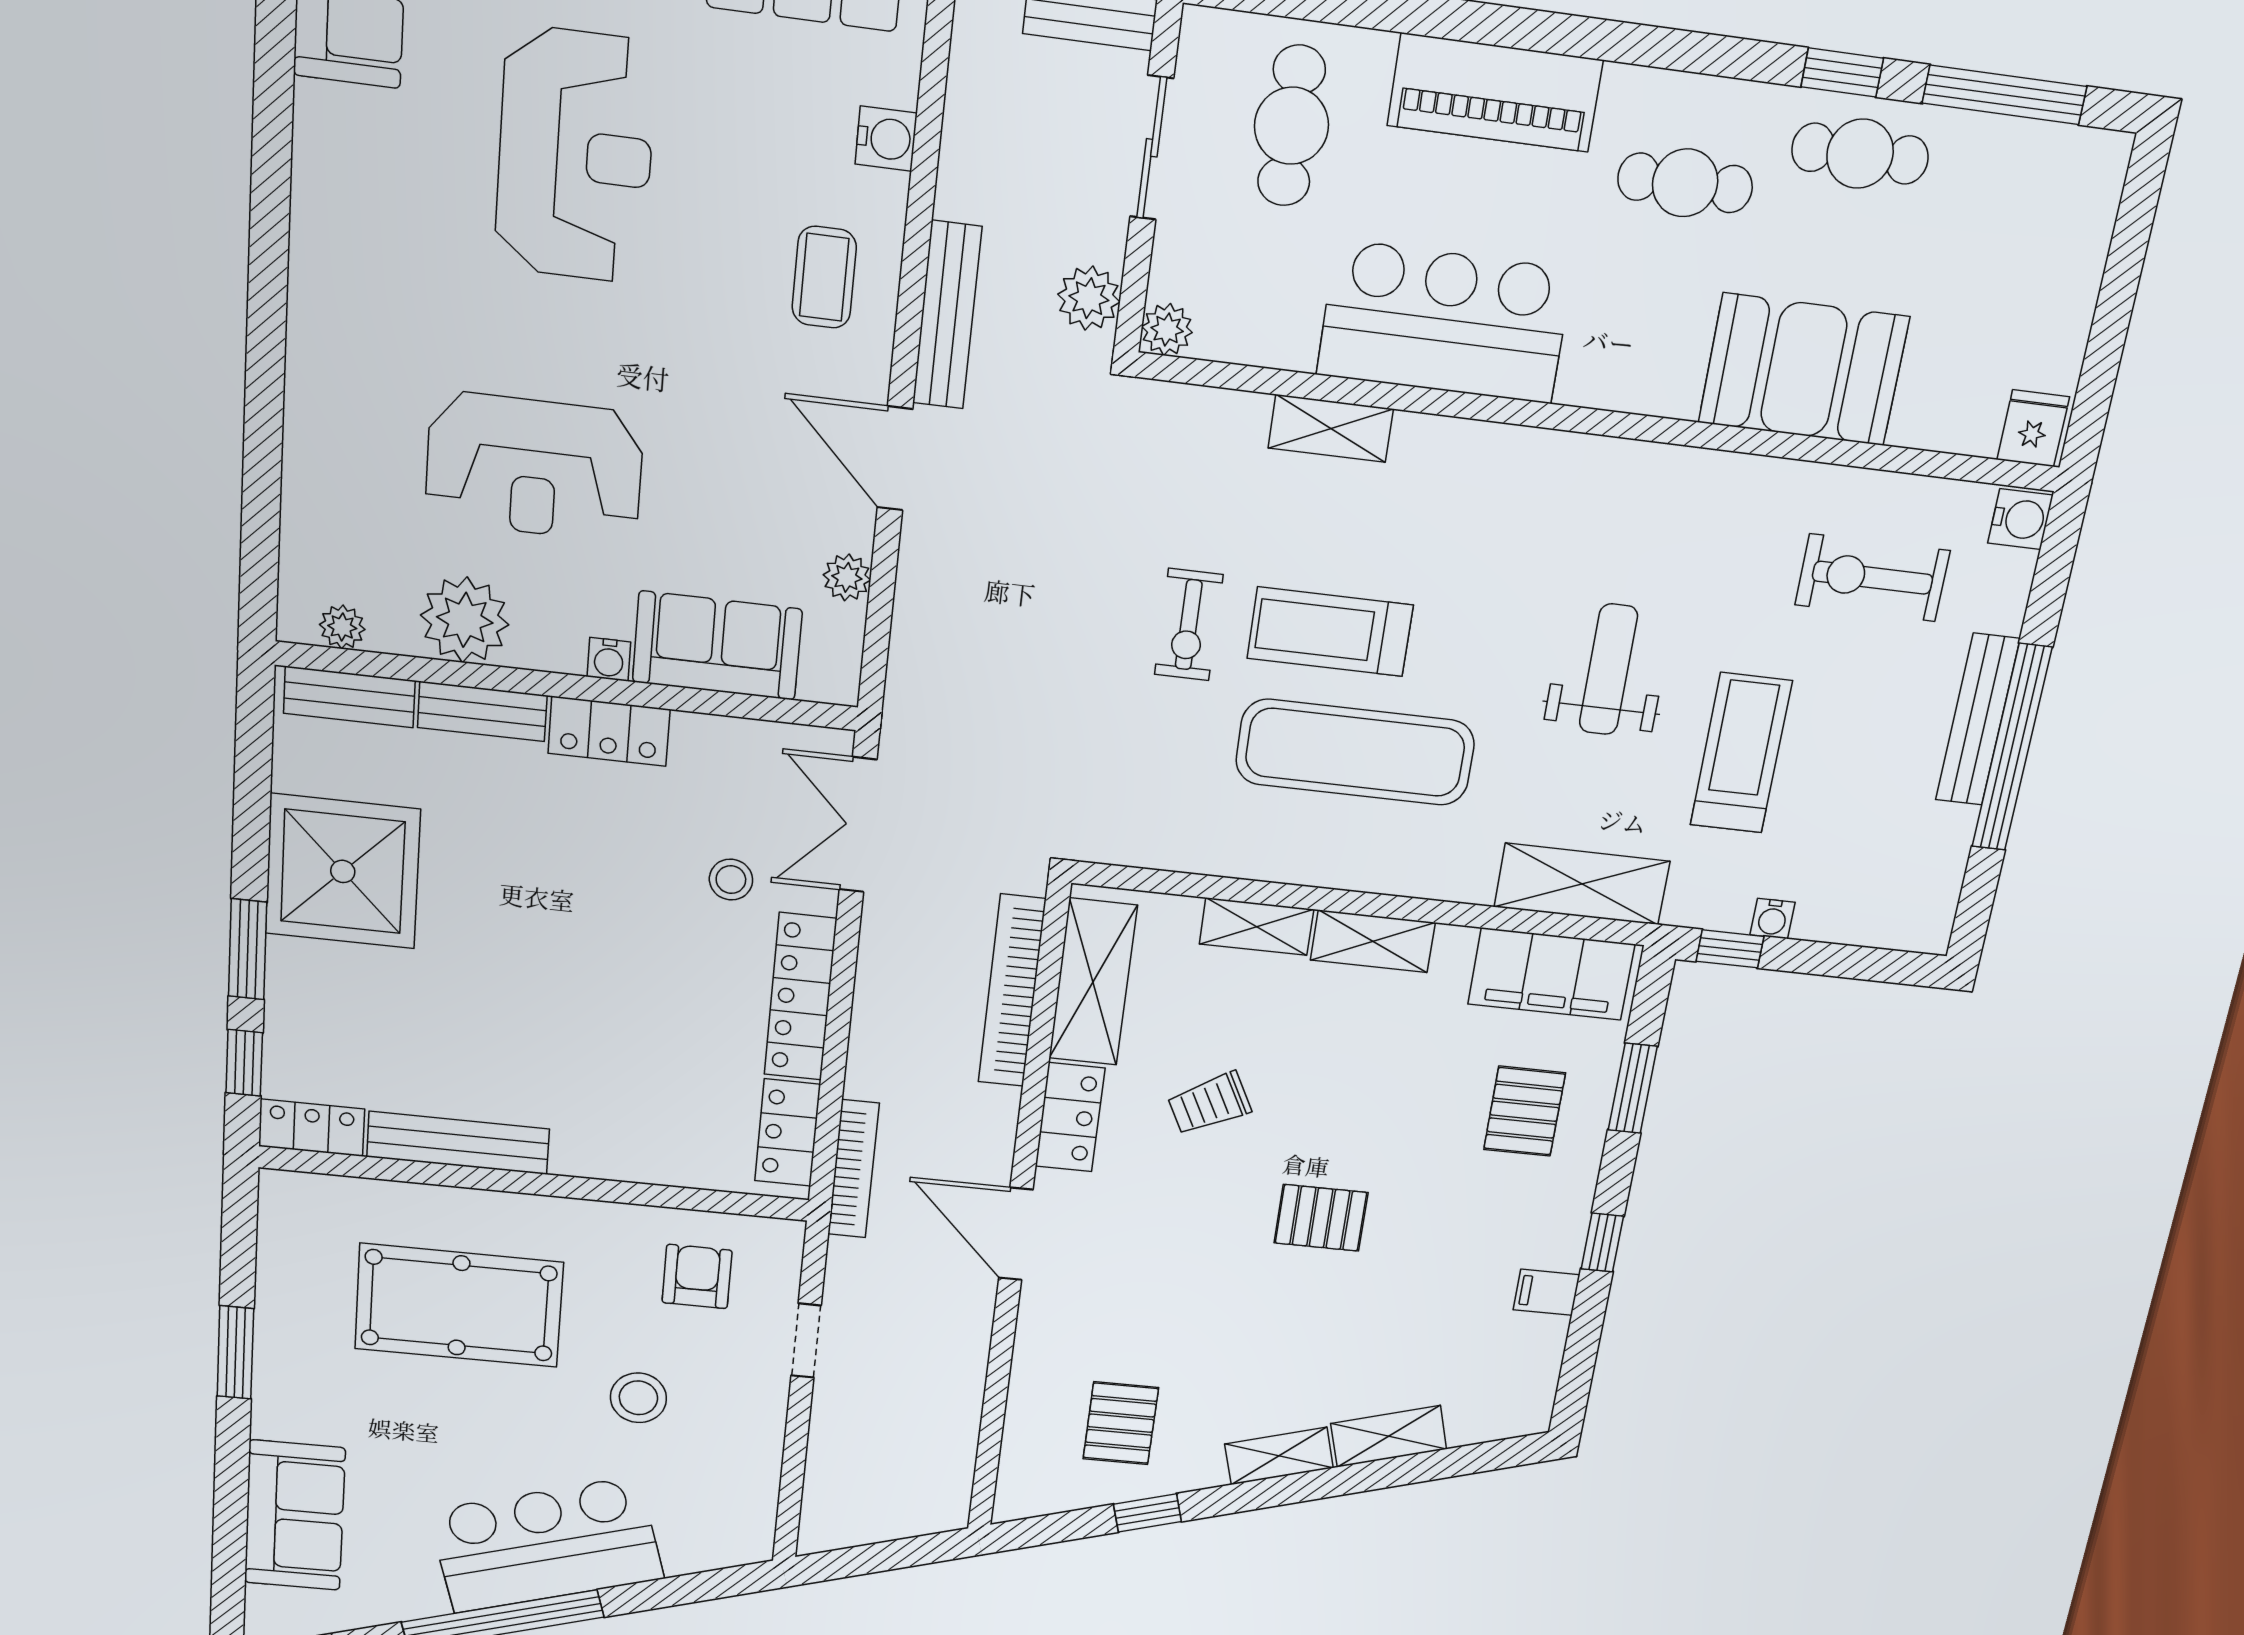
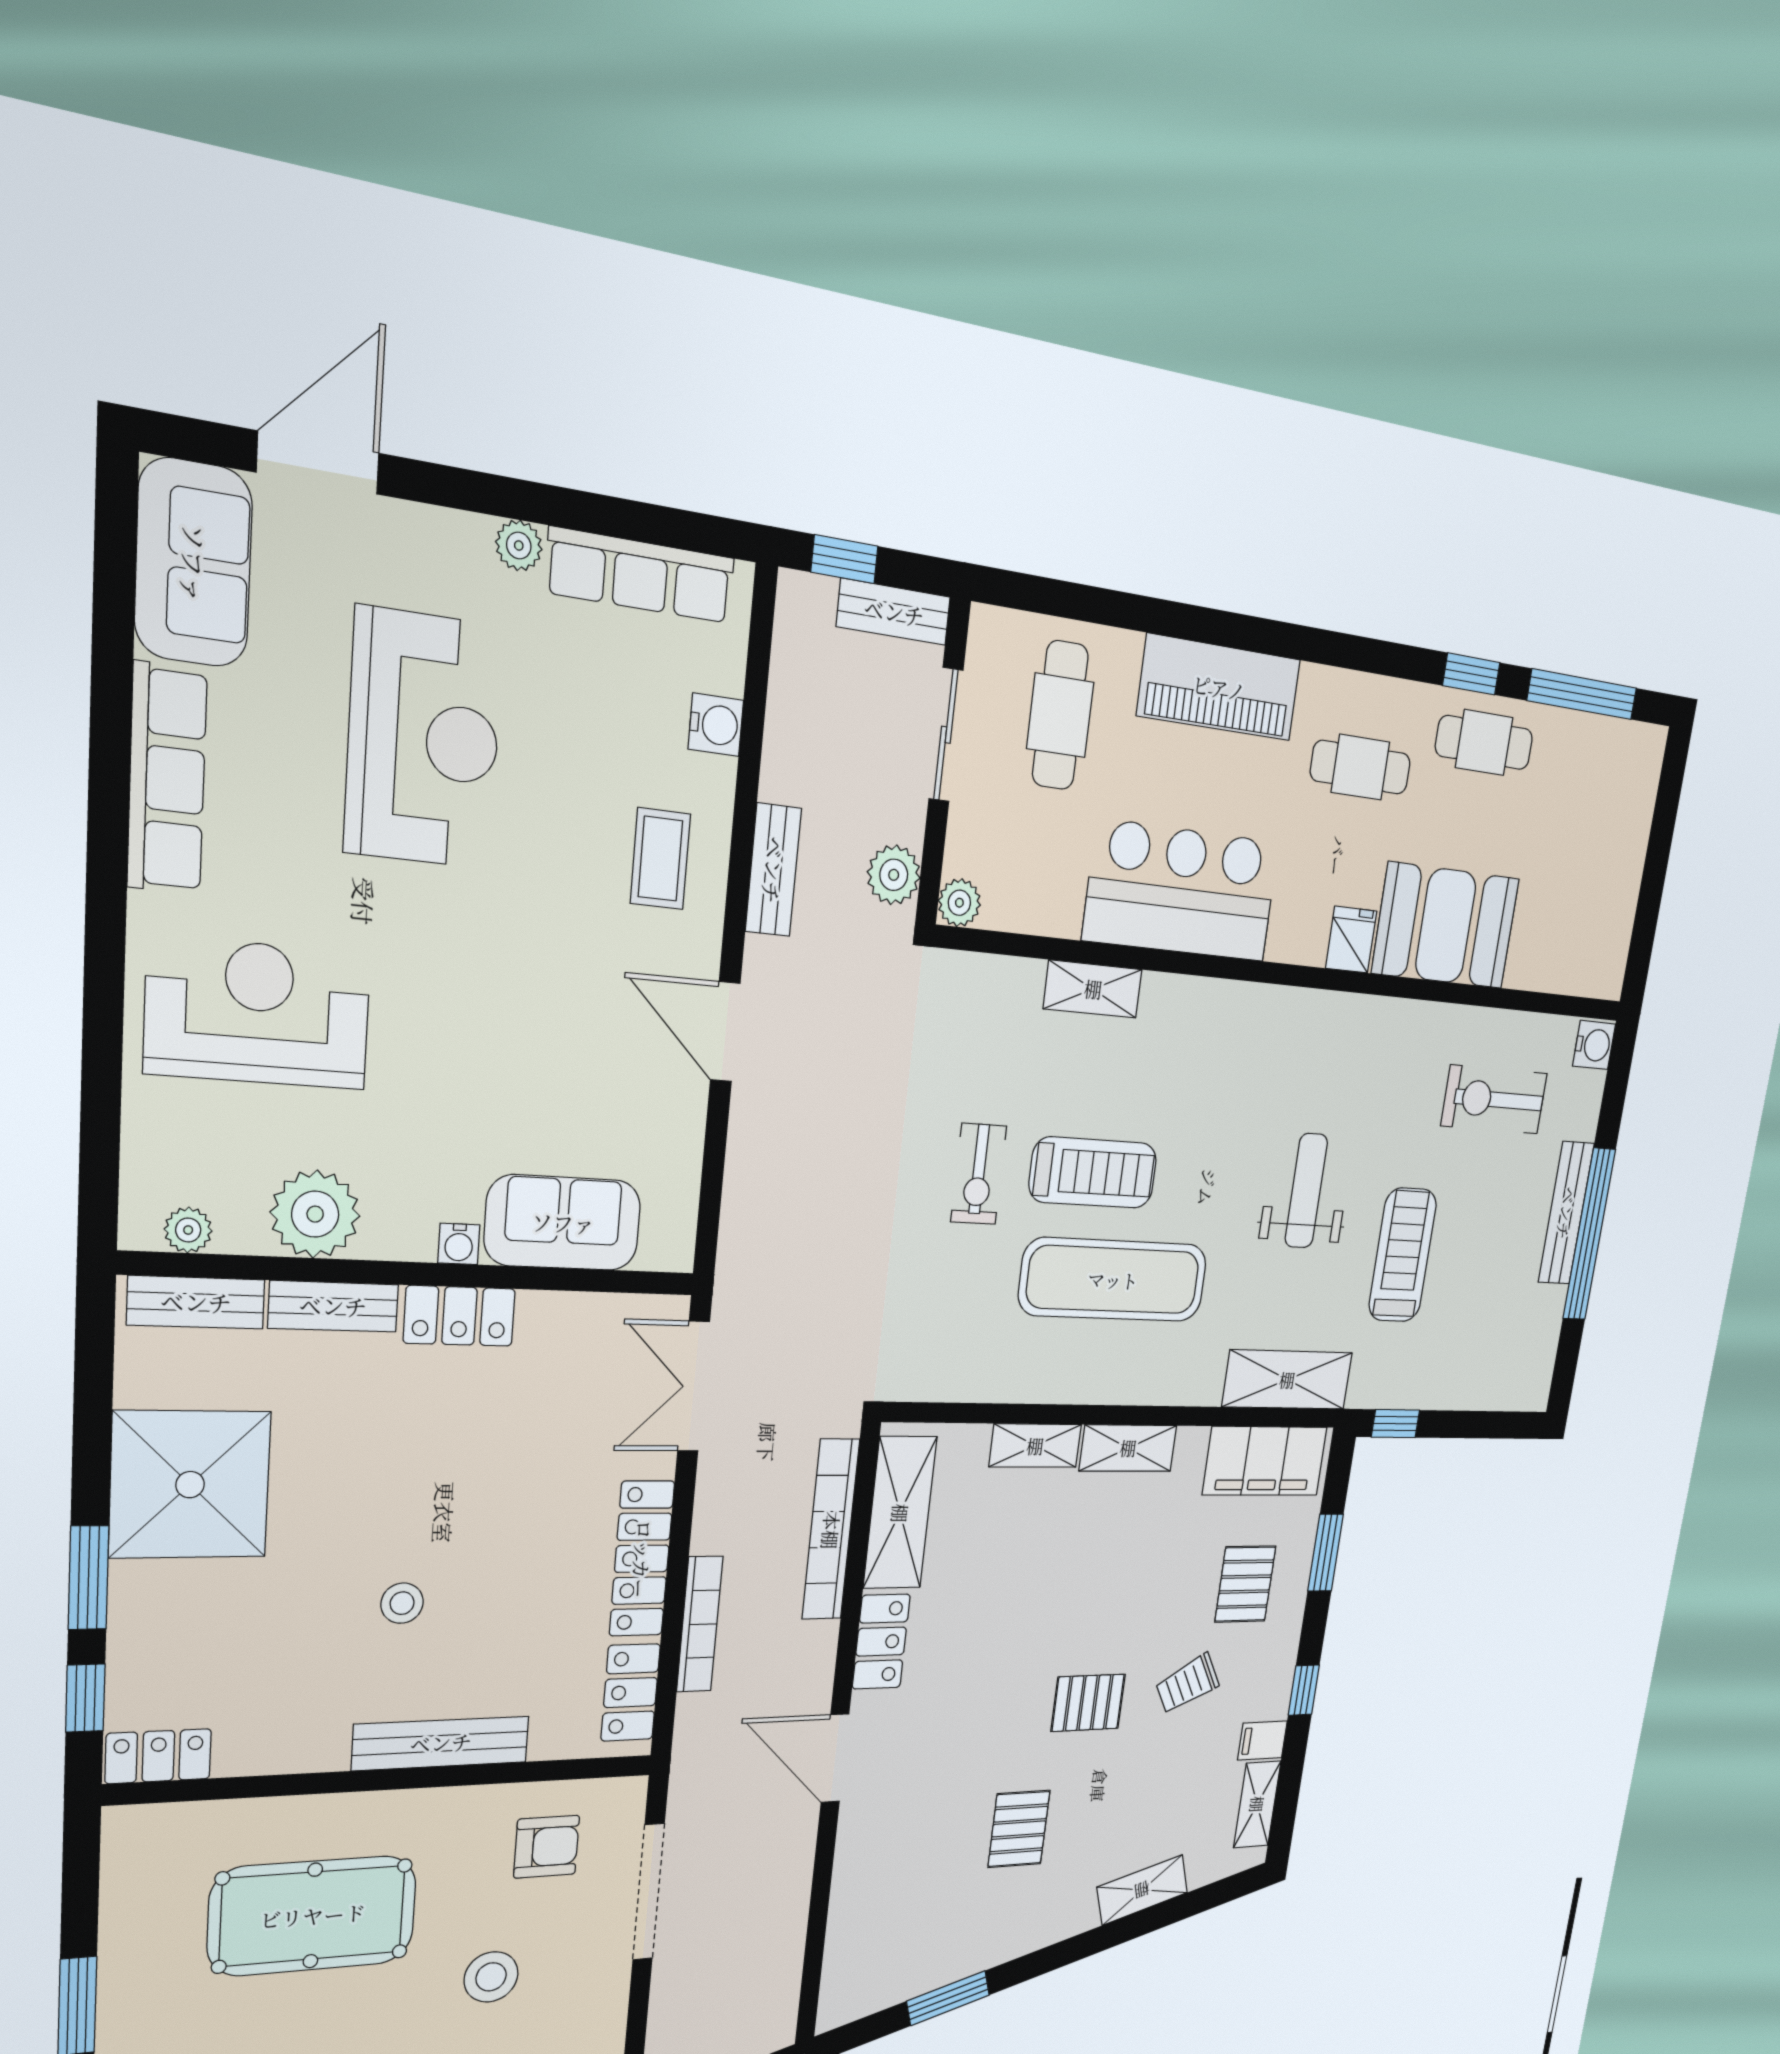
row of seats: (324, 194) -> (167, 779), added
bench: (947, 315) -> (773, 870), width x0.73
fridge: (2033, 428) -> (1351, 940), moved
reception desk: (534, 467) -> (258, 1013), moved, turned 180
plant: (847, 577) -> (682, 1148), removed
treadmill: (1330, 632) -> (1093, 1173), turned 180
stool: (731, 880) -> (402, 1603), moved
water cooler: (1773, 919) -> (1426, 1394), removed
trolley: (1209, 1103) -> (1188, 1684), moved
bench: (458, 1143) -> (441, 1743), moved
bookcase: (853, 1169) -> (700, 1624), moved
armchair: (697, 1276) -> (547, 1847), turned 90
doorway: (806, 1341) -> (649, 1892), width x1.87
pallet: (1121, 1423) -> (1019, 1829), moved
shelving: (1279, 1456) -> (1257, 1804), moved, turned -74
window: (1147, 1513) -> (948, 1998), width x1.50

